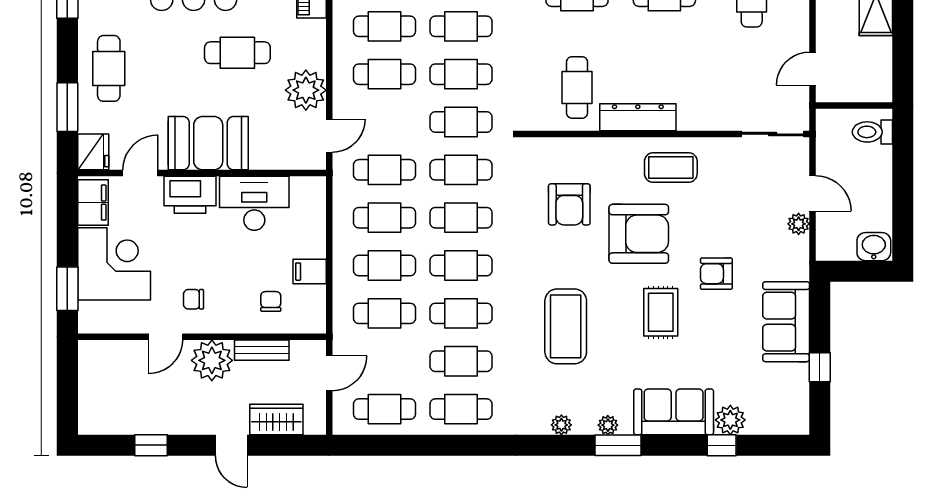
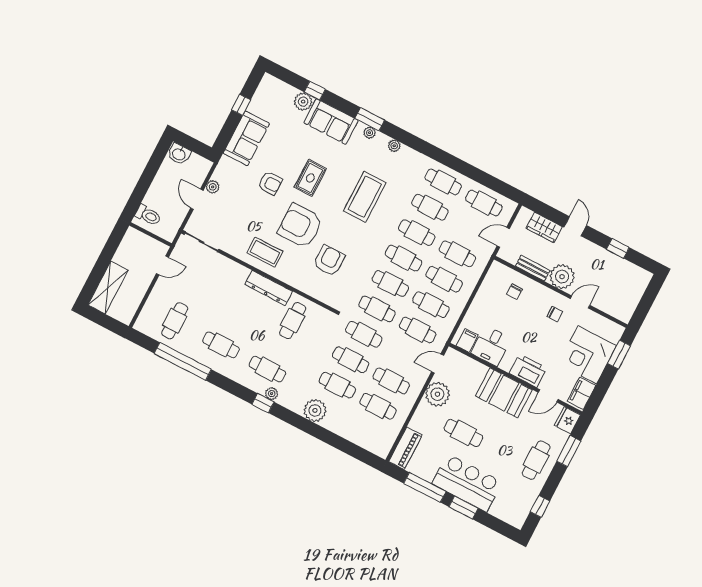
desk: (254, 203) -> (491, 346), width x0.73
filing cabinet: (310, 272) -> (467, 340), moved, turned -90

